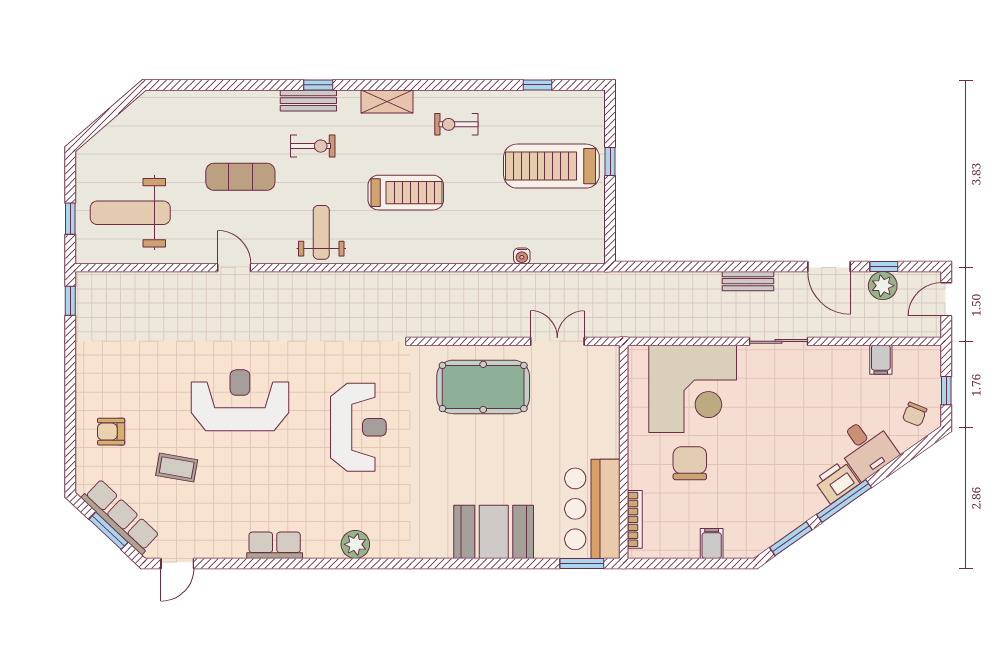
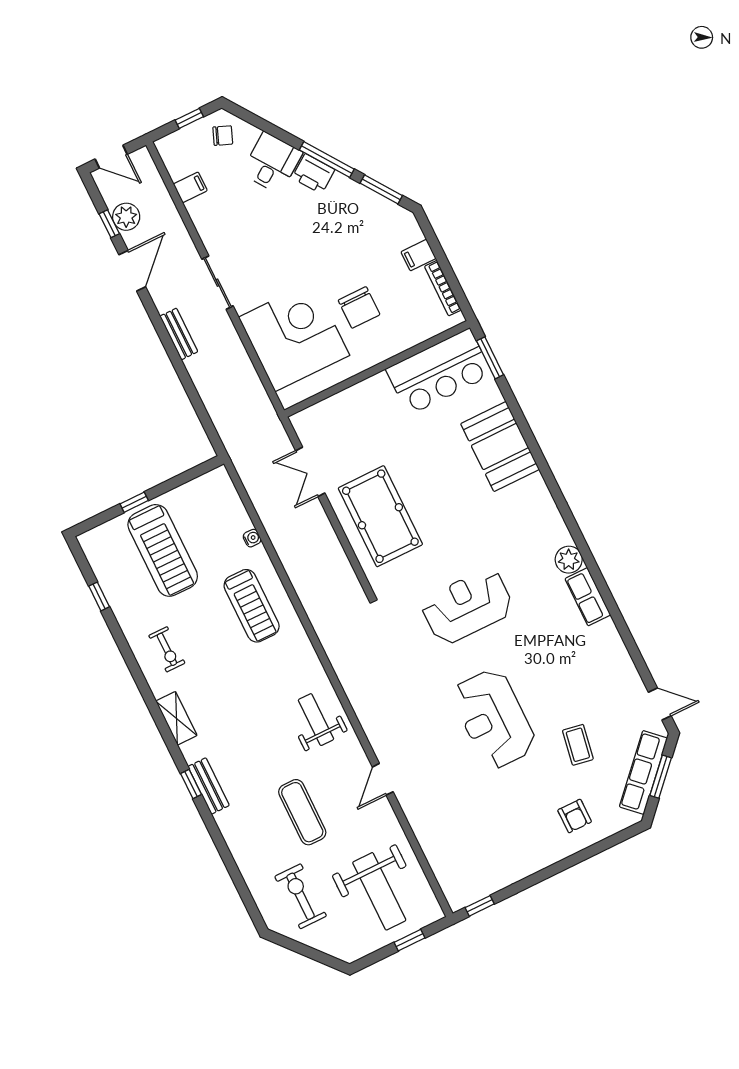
exercise bike: (313, 146) -> (301, 896), moved, width x1.38, depth x1.39
treadmill: (406, 193) -> (252, 606), moved, turned 180
weight bench: (321, 232) -> (316, 720), turned 90
chair: (690, 463) -> (359, 307), turned -90
bookcase: (635, 519) -> (443, 288), moved, turned -90
row of seats: (275, 545) -> (588, 597), moved

